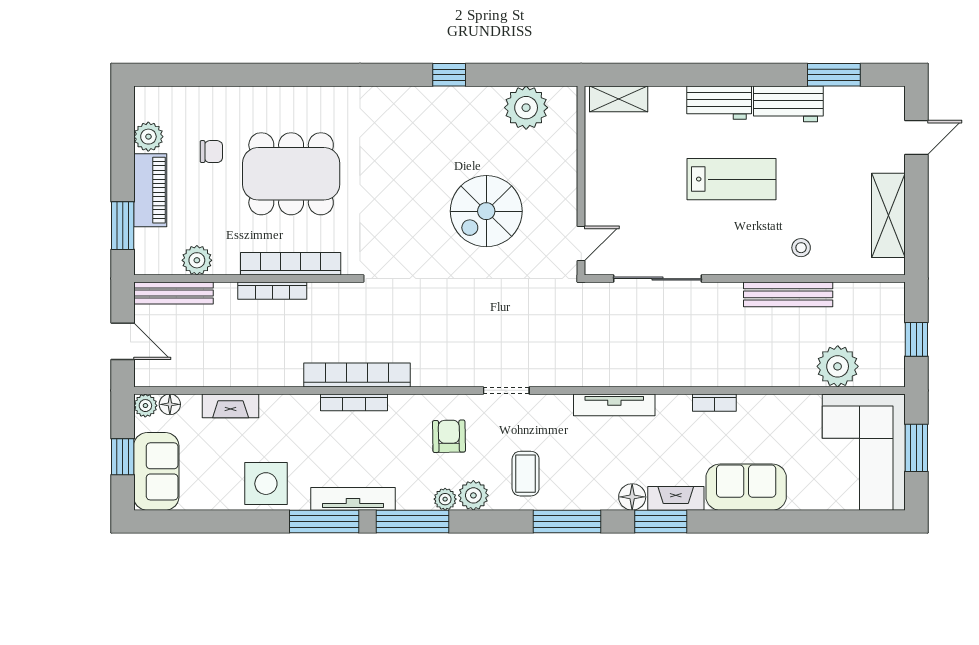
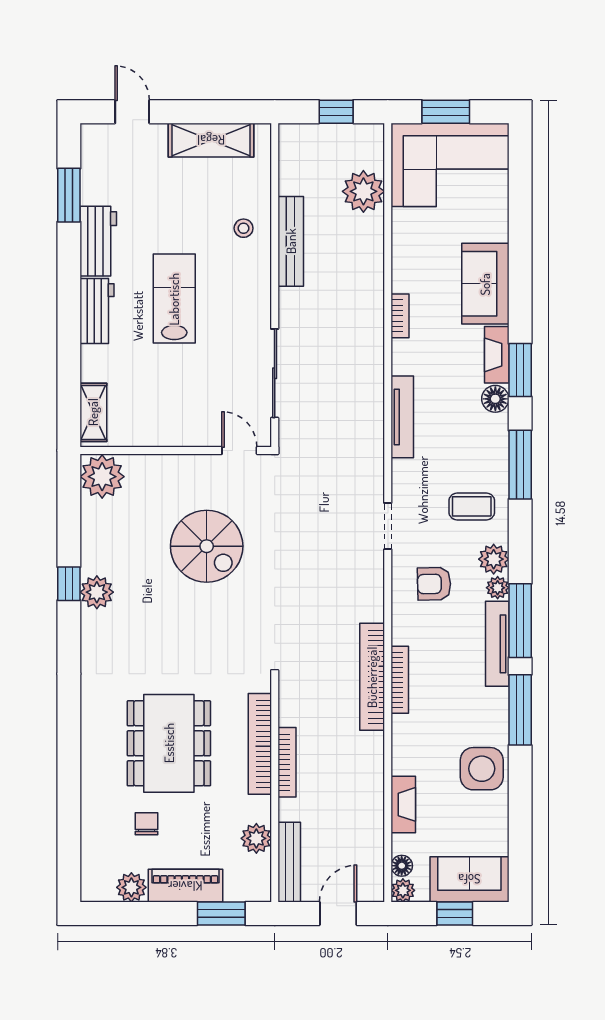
plant: (441, 102) -> (97, 592), added
plant: (526, 108) -> (102, 477), moved
tv unit: (353, 499) -> (497, 644), moved

